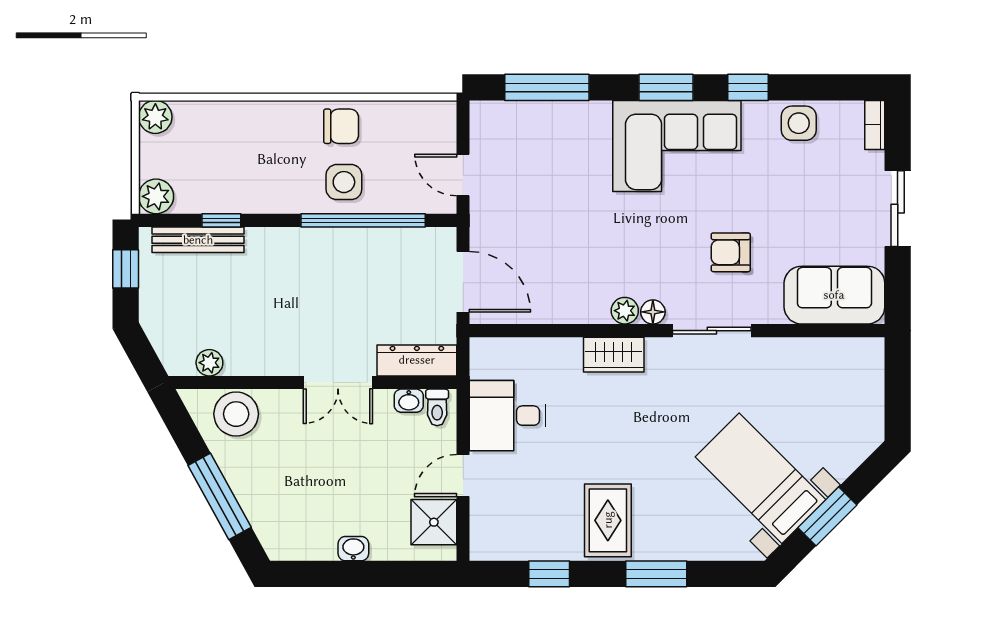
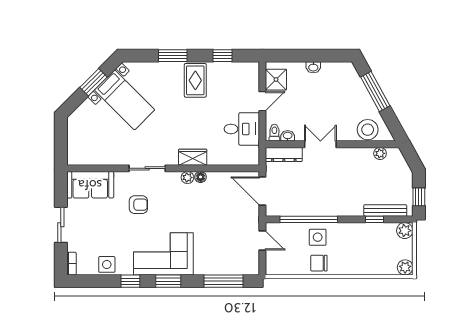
floor lamp: (653, 312) -> (201, 177), moved

